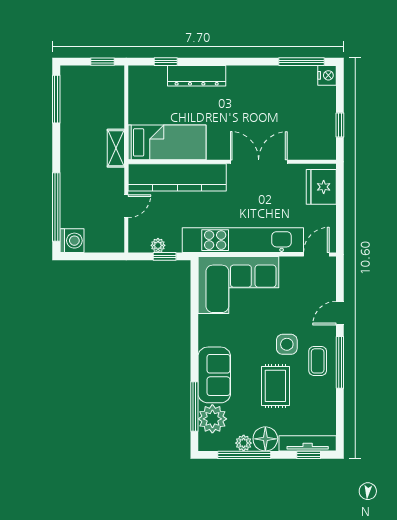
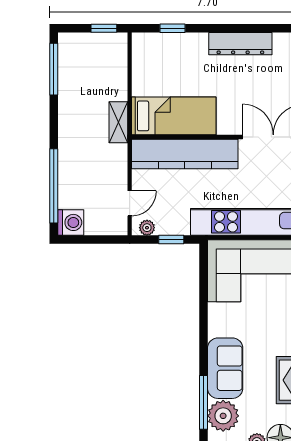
dresser: (197, 76) -> (240, 44), moved
door: (126, 206) -> (130, 203), moved
plant: (158, 245) -> (147, 228), moved

